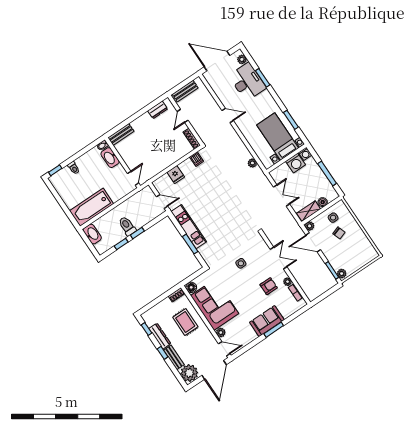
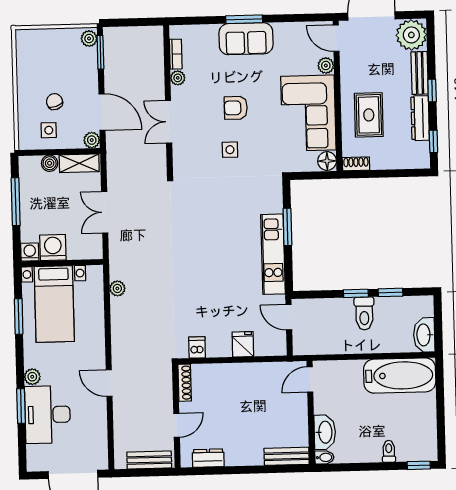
plant: (242, 59) -> (32, 377), moved
armchair: (269, 286) -> (236, 108), moved

